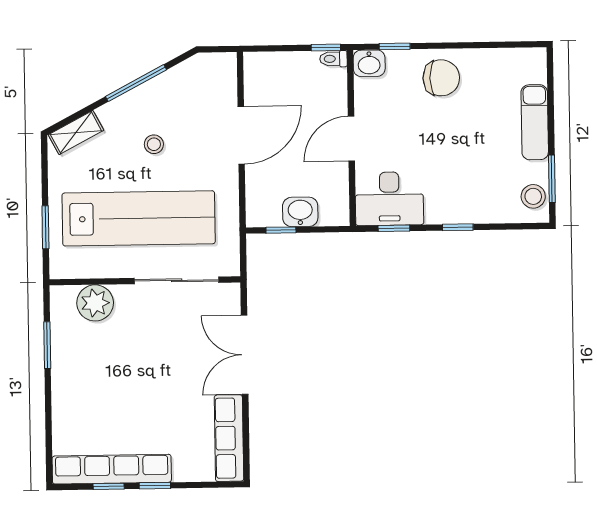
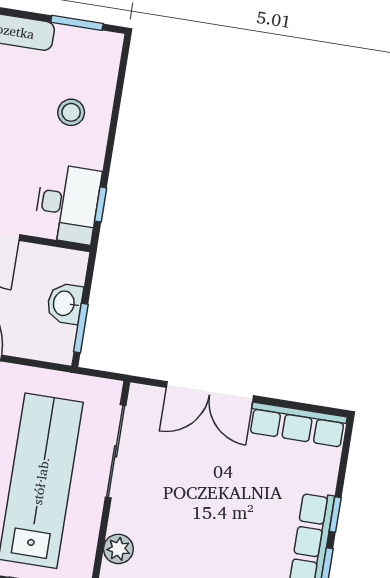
stool: (533, 196) -> (71, 112), moved
window: (458, 227) -> (112, 135), removed
window: (281, 230) -> (81, 328), width x1.50
plant: (95, 303) -> (118, 549), width x0.73, depth x0.73

